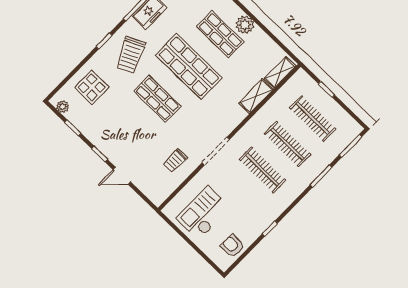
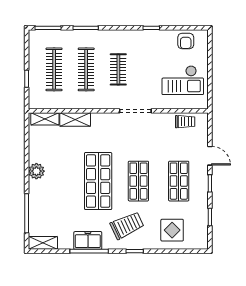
shop shelf: (220, 34) -> (179, 181), moved
plant: (63, 107) -> (203, 237), removed
trolley: (175, 161) -> (185, 122), moved
clothes rail: (262, 170) -> (118, 69), width x0.73

